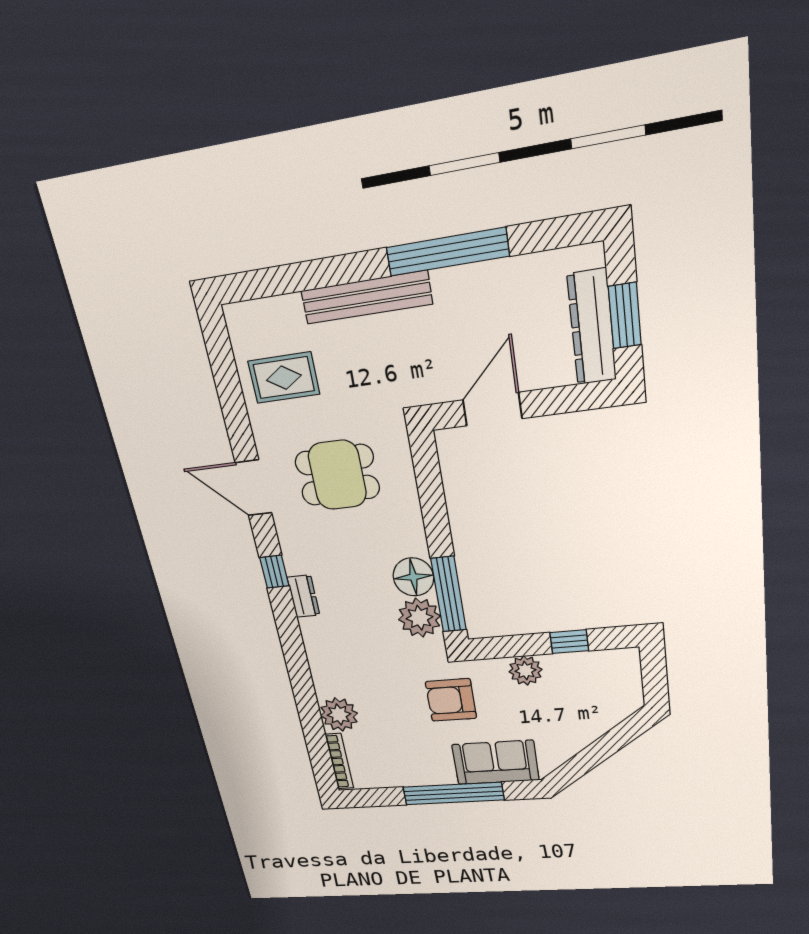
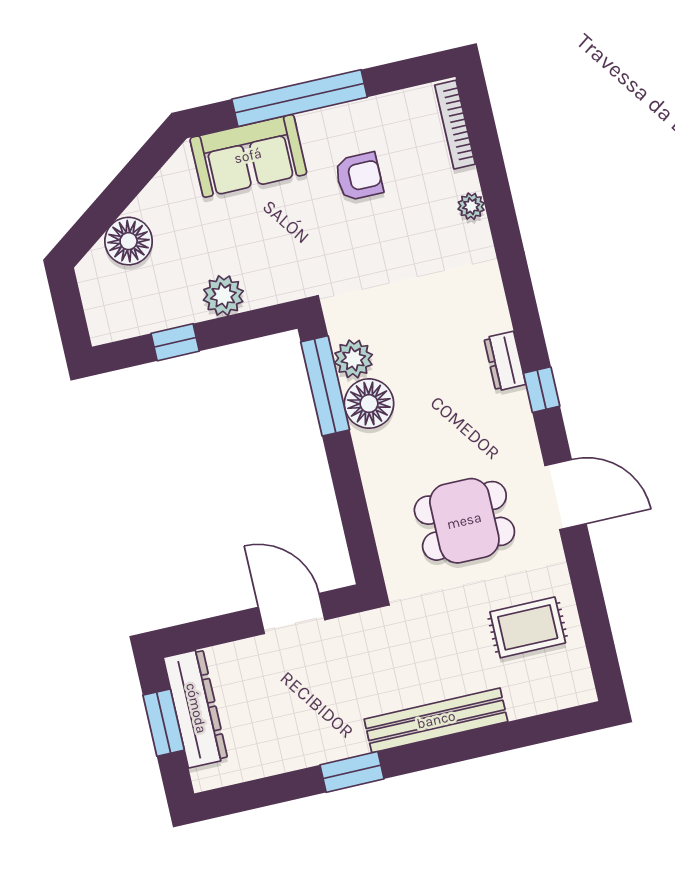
window: (447, 252) -> (352, 772), width x0.47
door: (492, 409) -> (292, 614), swing flipped
plant: (419, 618) -> (353, 359), width x0.73, depth x0.73
armchair: (451, 700) -> (359, 176), moved, width x0.72, depth x0.72
plant: (339, 715) -> (471, 206), width x0.53, depth x0.53
floor lamp: (597, 718) -> (129, 241), added

